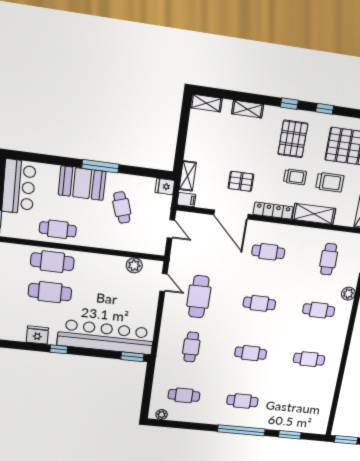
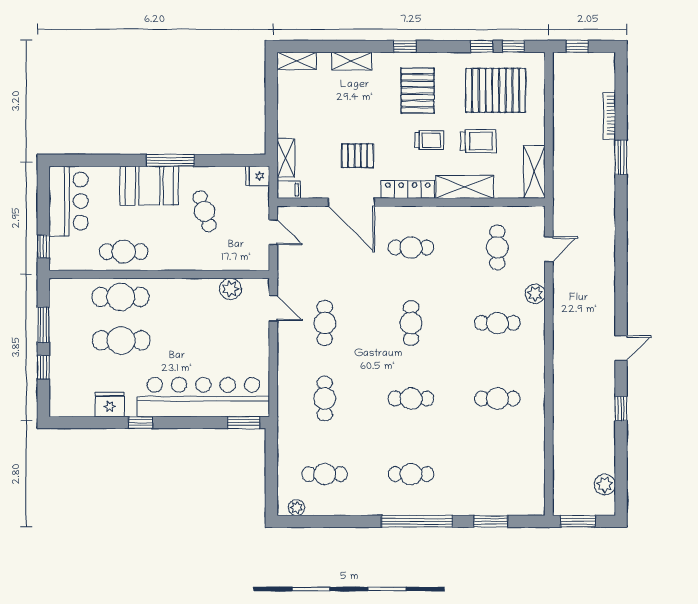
window: (325, 109) -> (482, 46), moved
cafe table: (199, 297) -> (325, 323), width x0.73, depth x0.74
cafe table: (259, 303) -> (411, 323), turned 90

